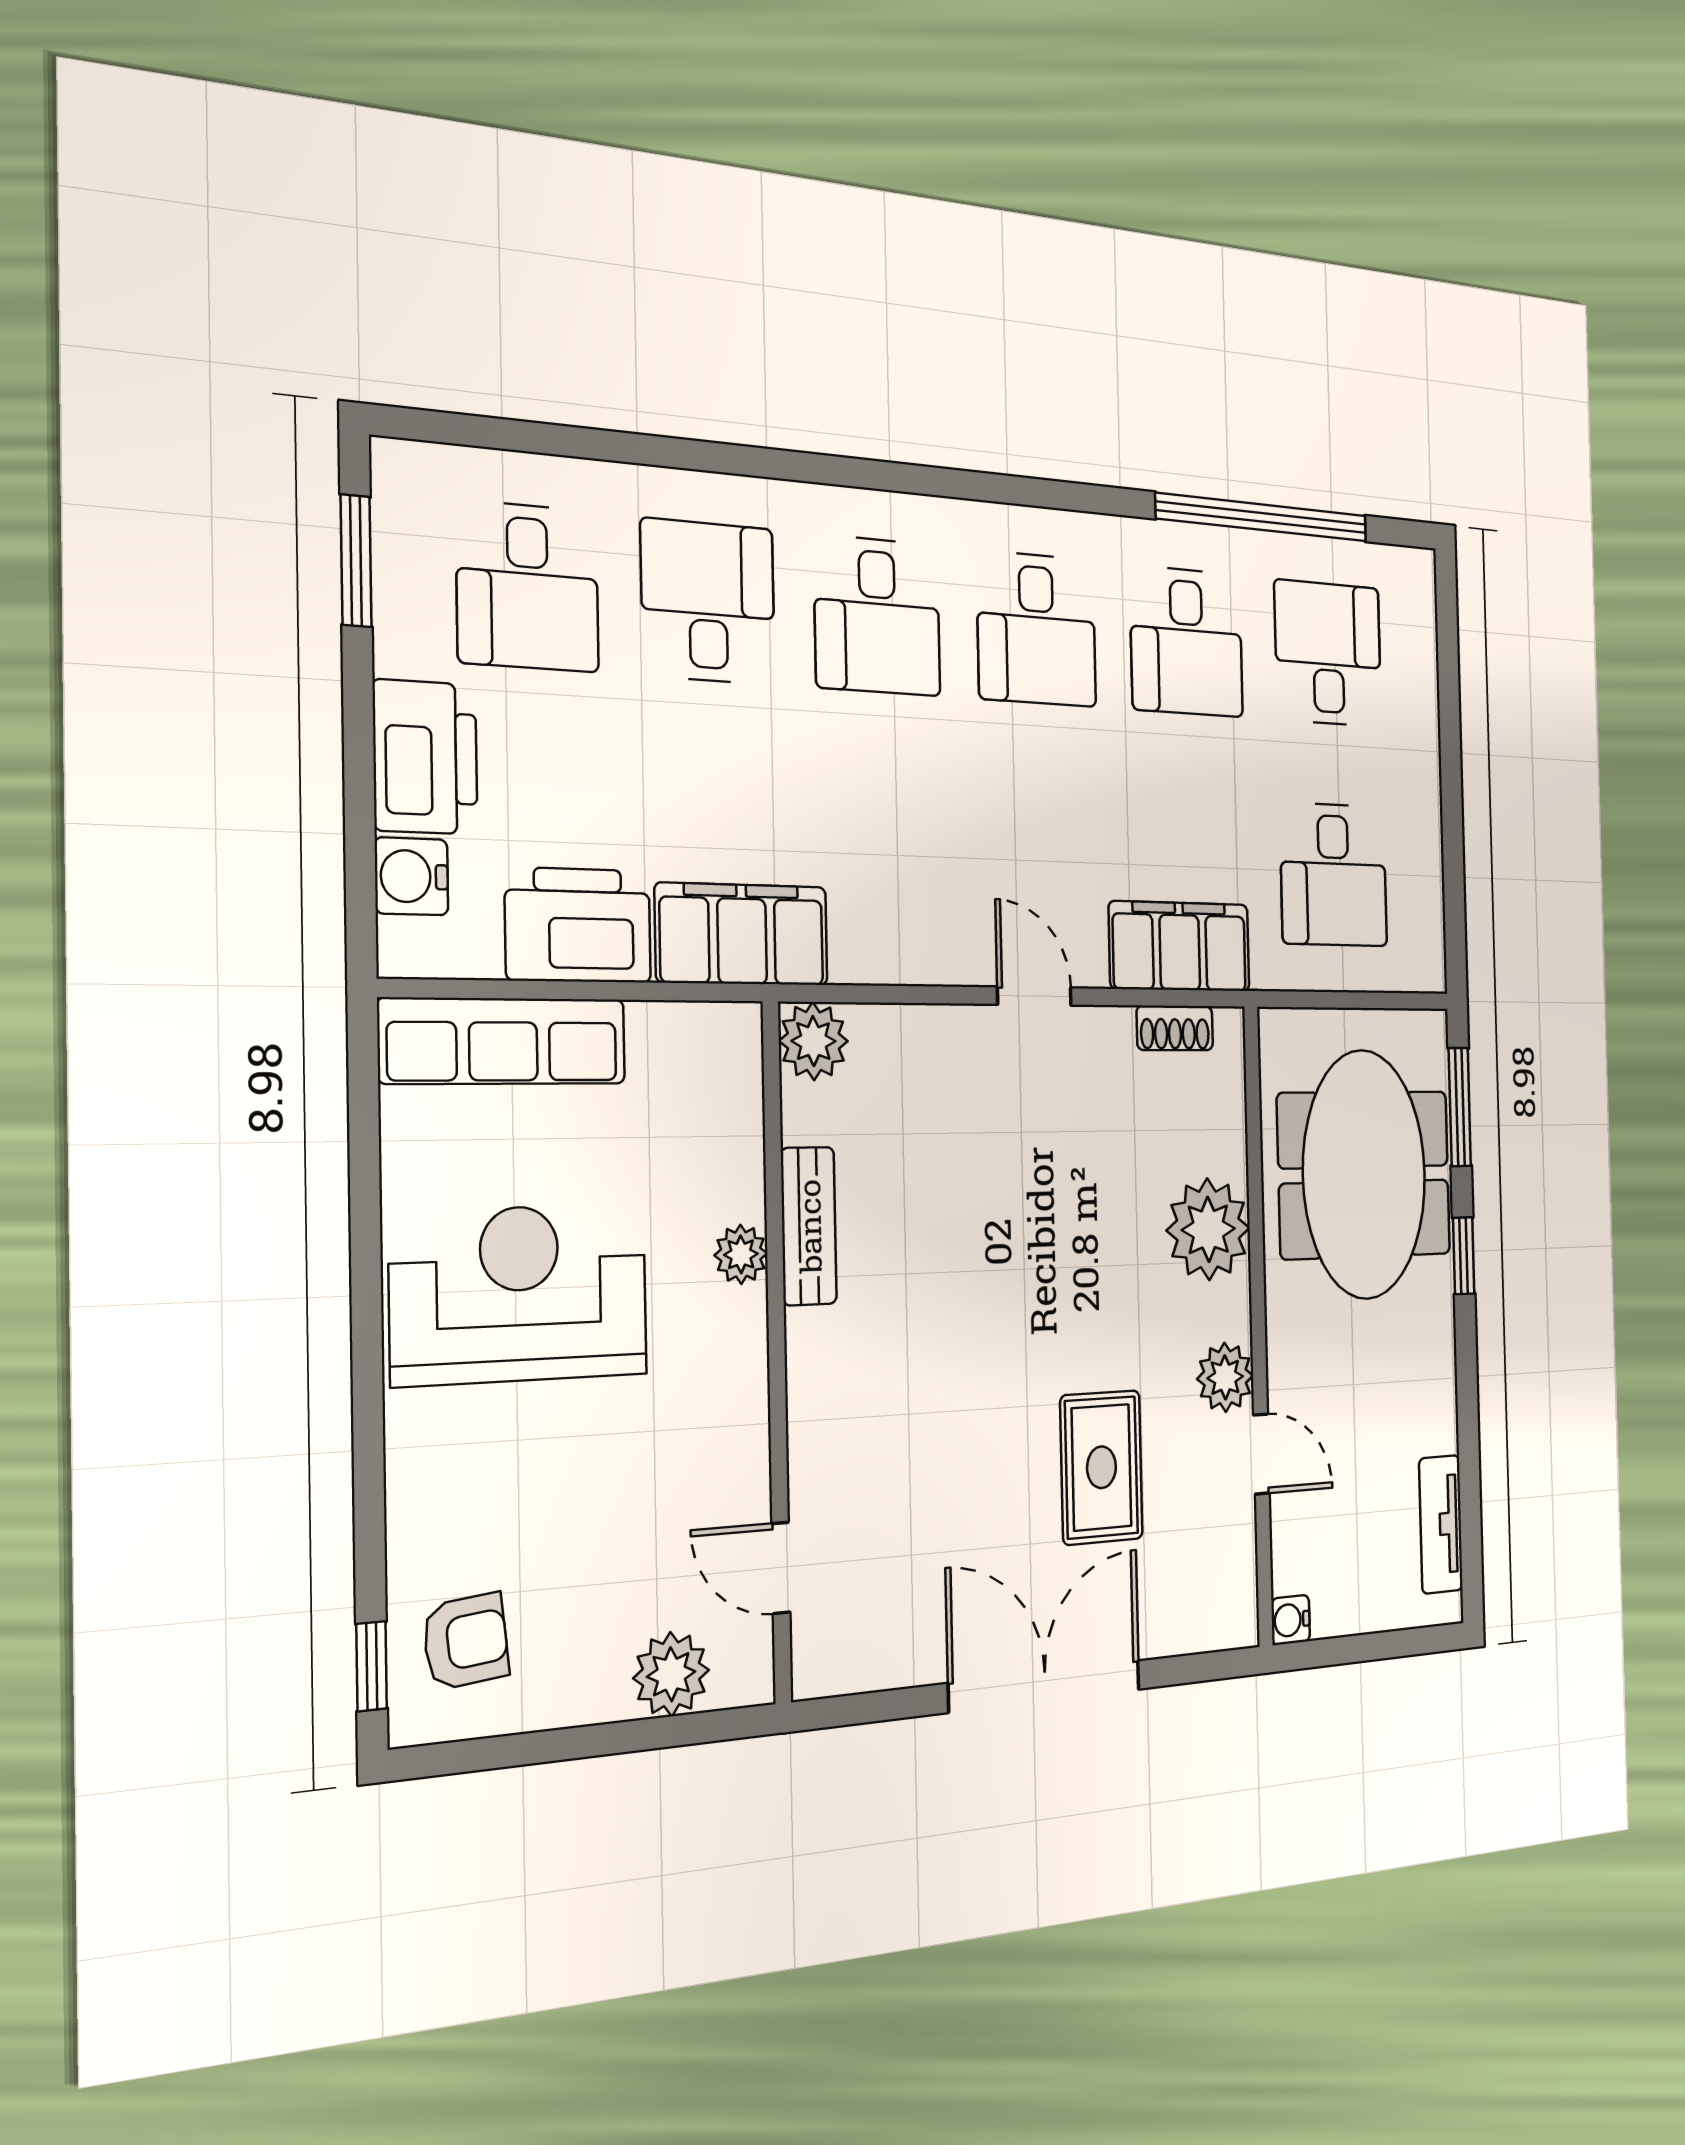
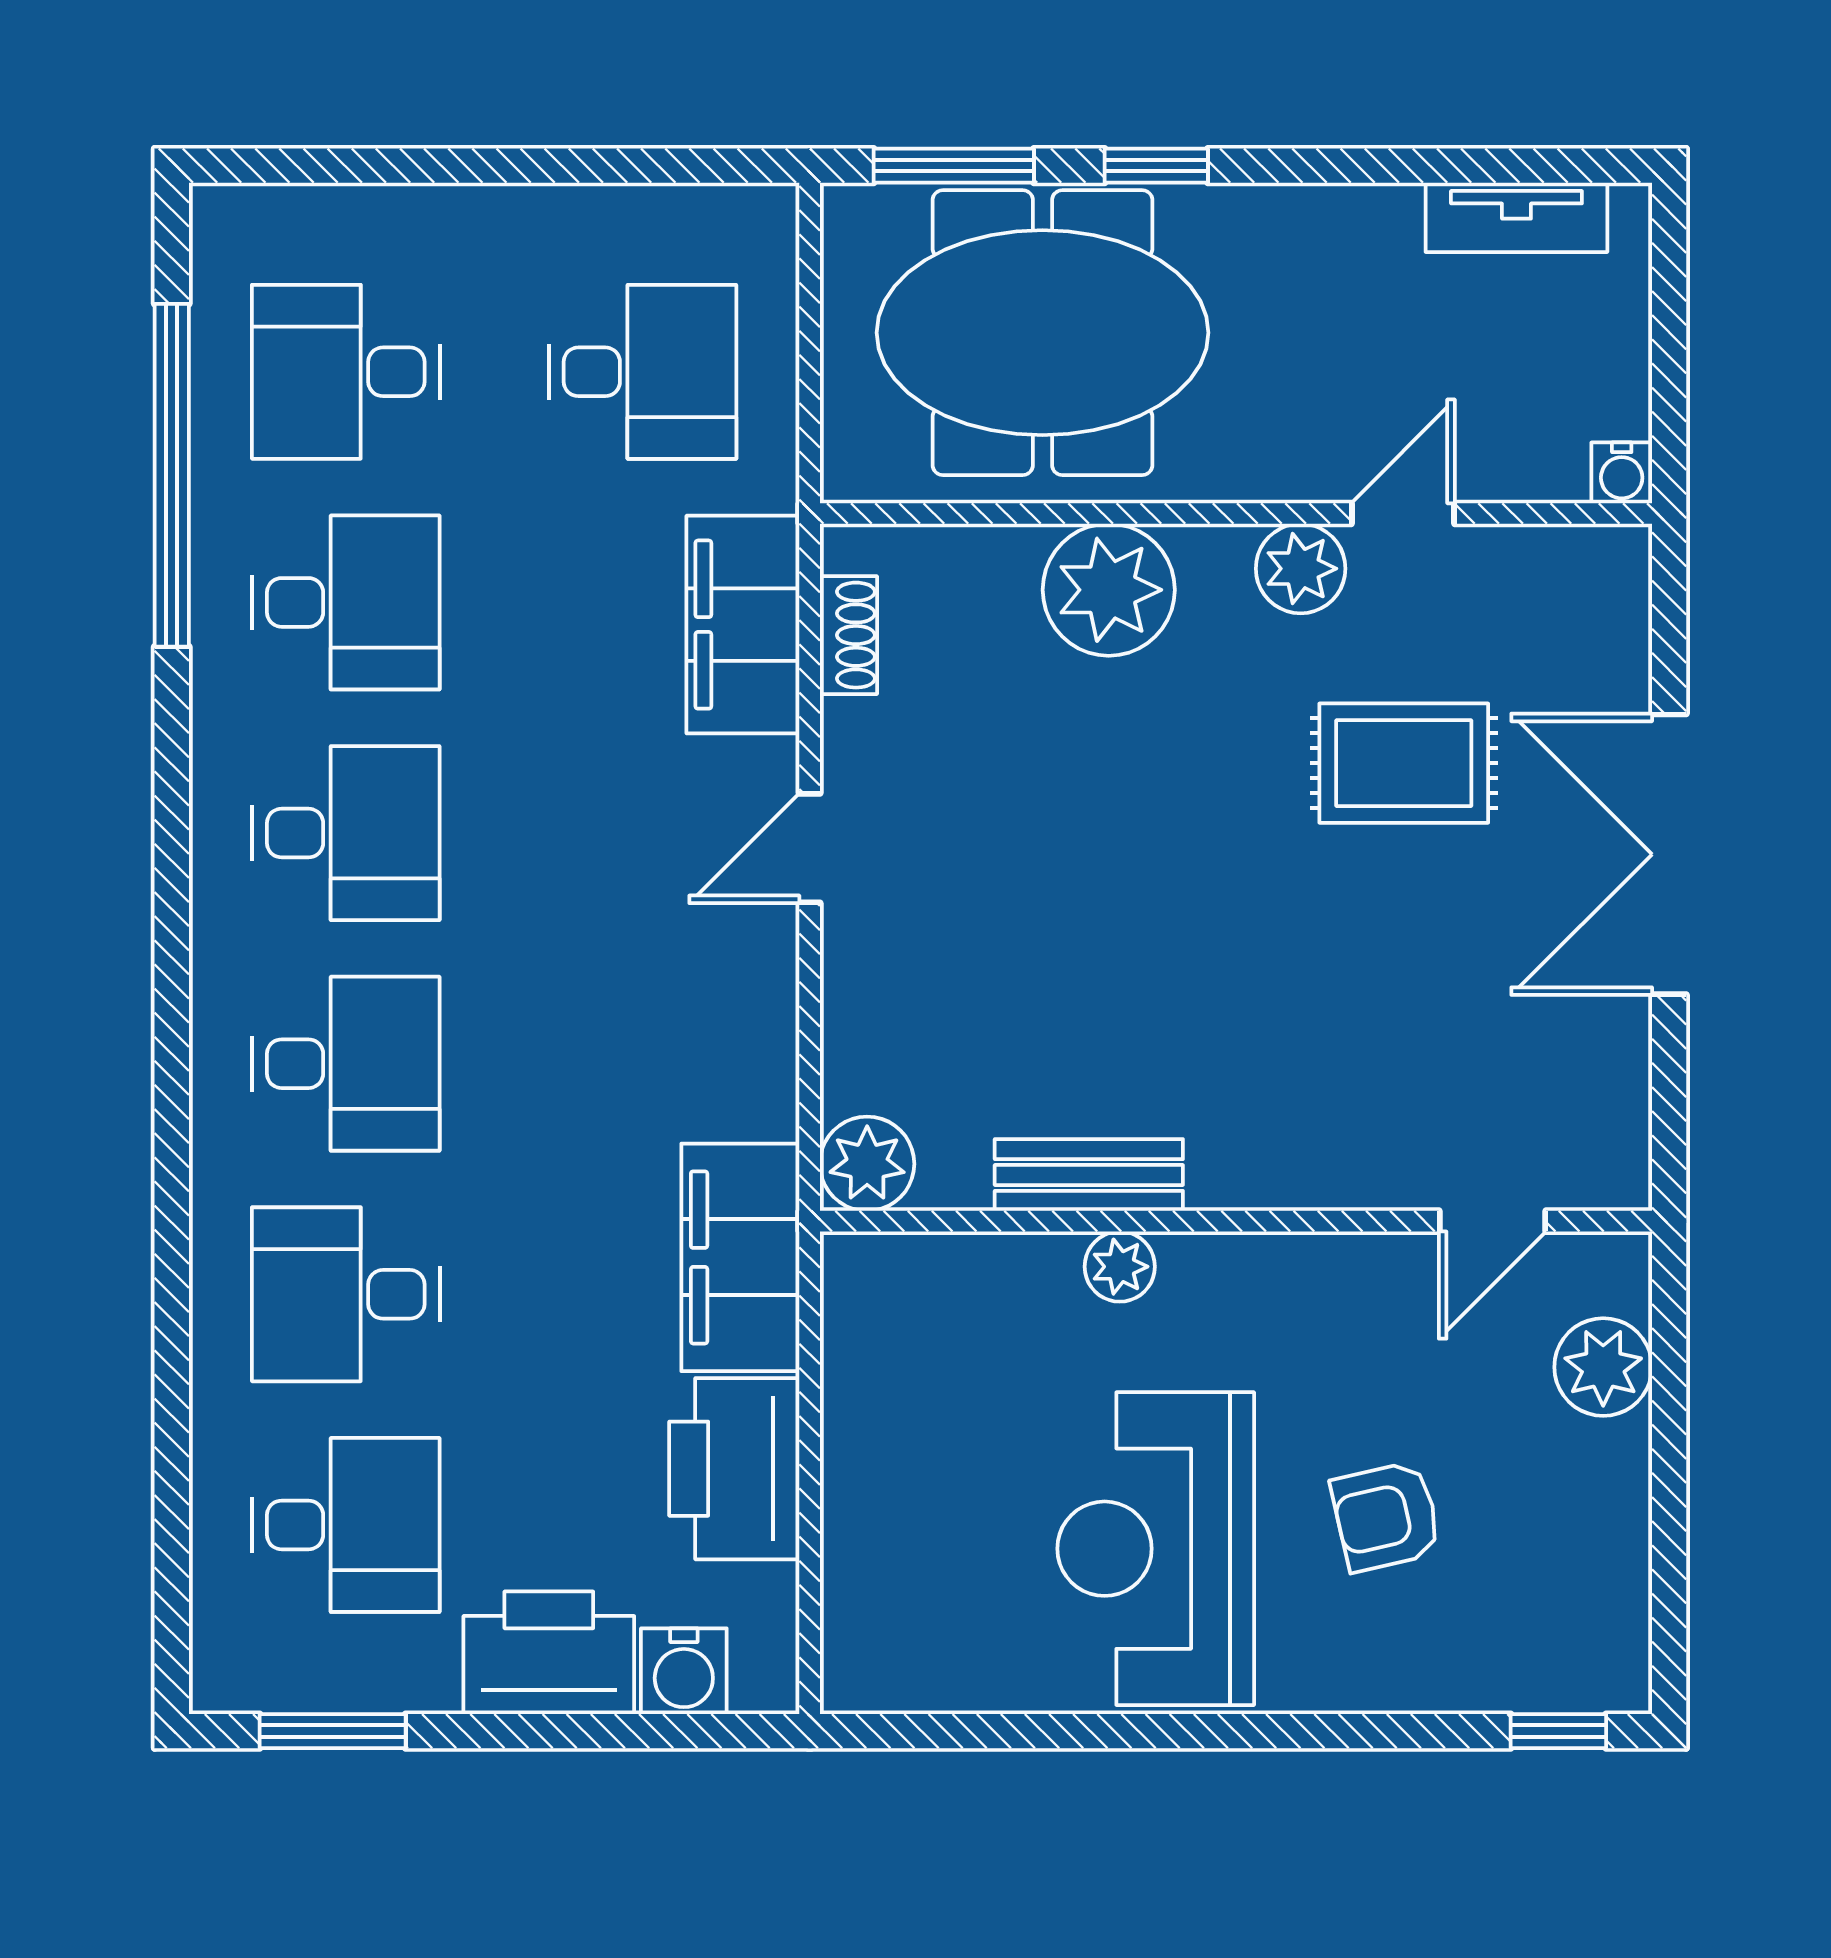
row of seats: (503, 1041) -> (868, 1564), removed
armchair: (466, 1641) -> (1386, 1517), moved, turned -97

